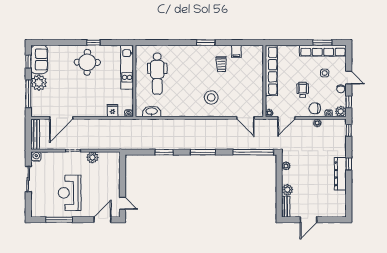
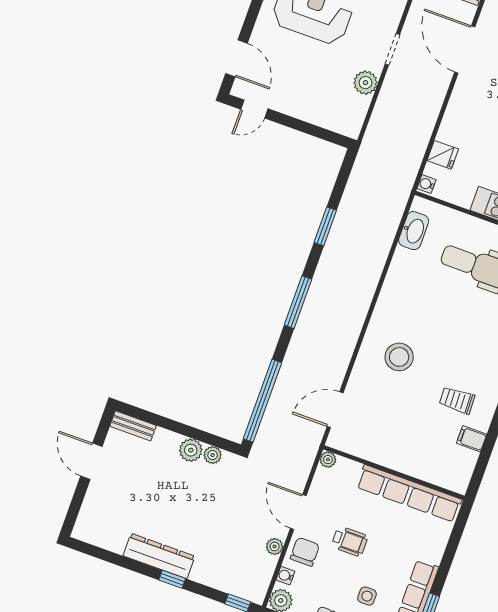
door: (286, 118) -> (298, 512), moved
plant: (287, 190) -> (191, 450), moved

